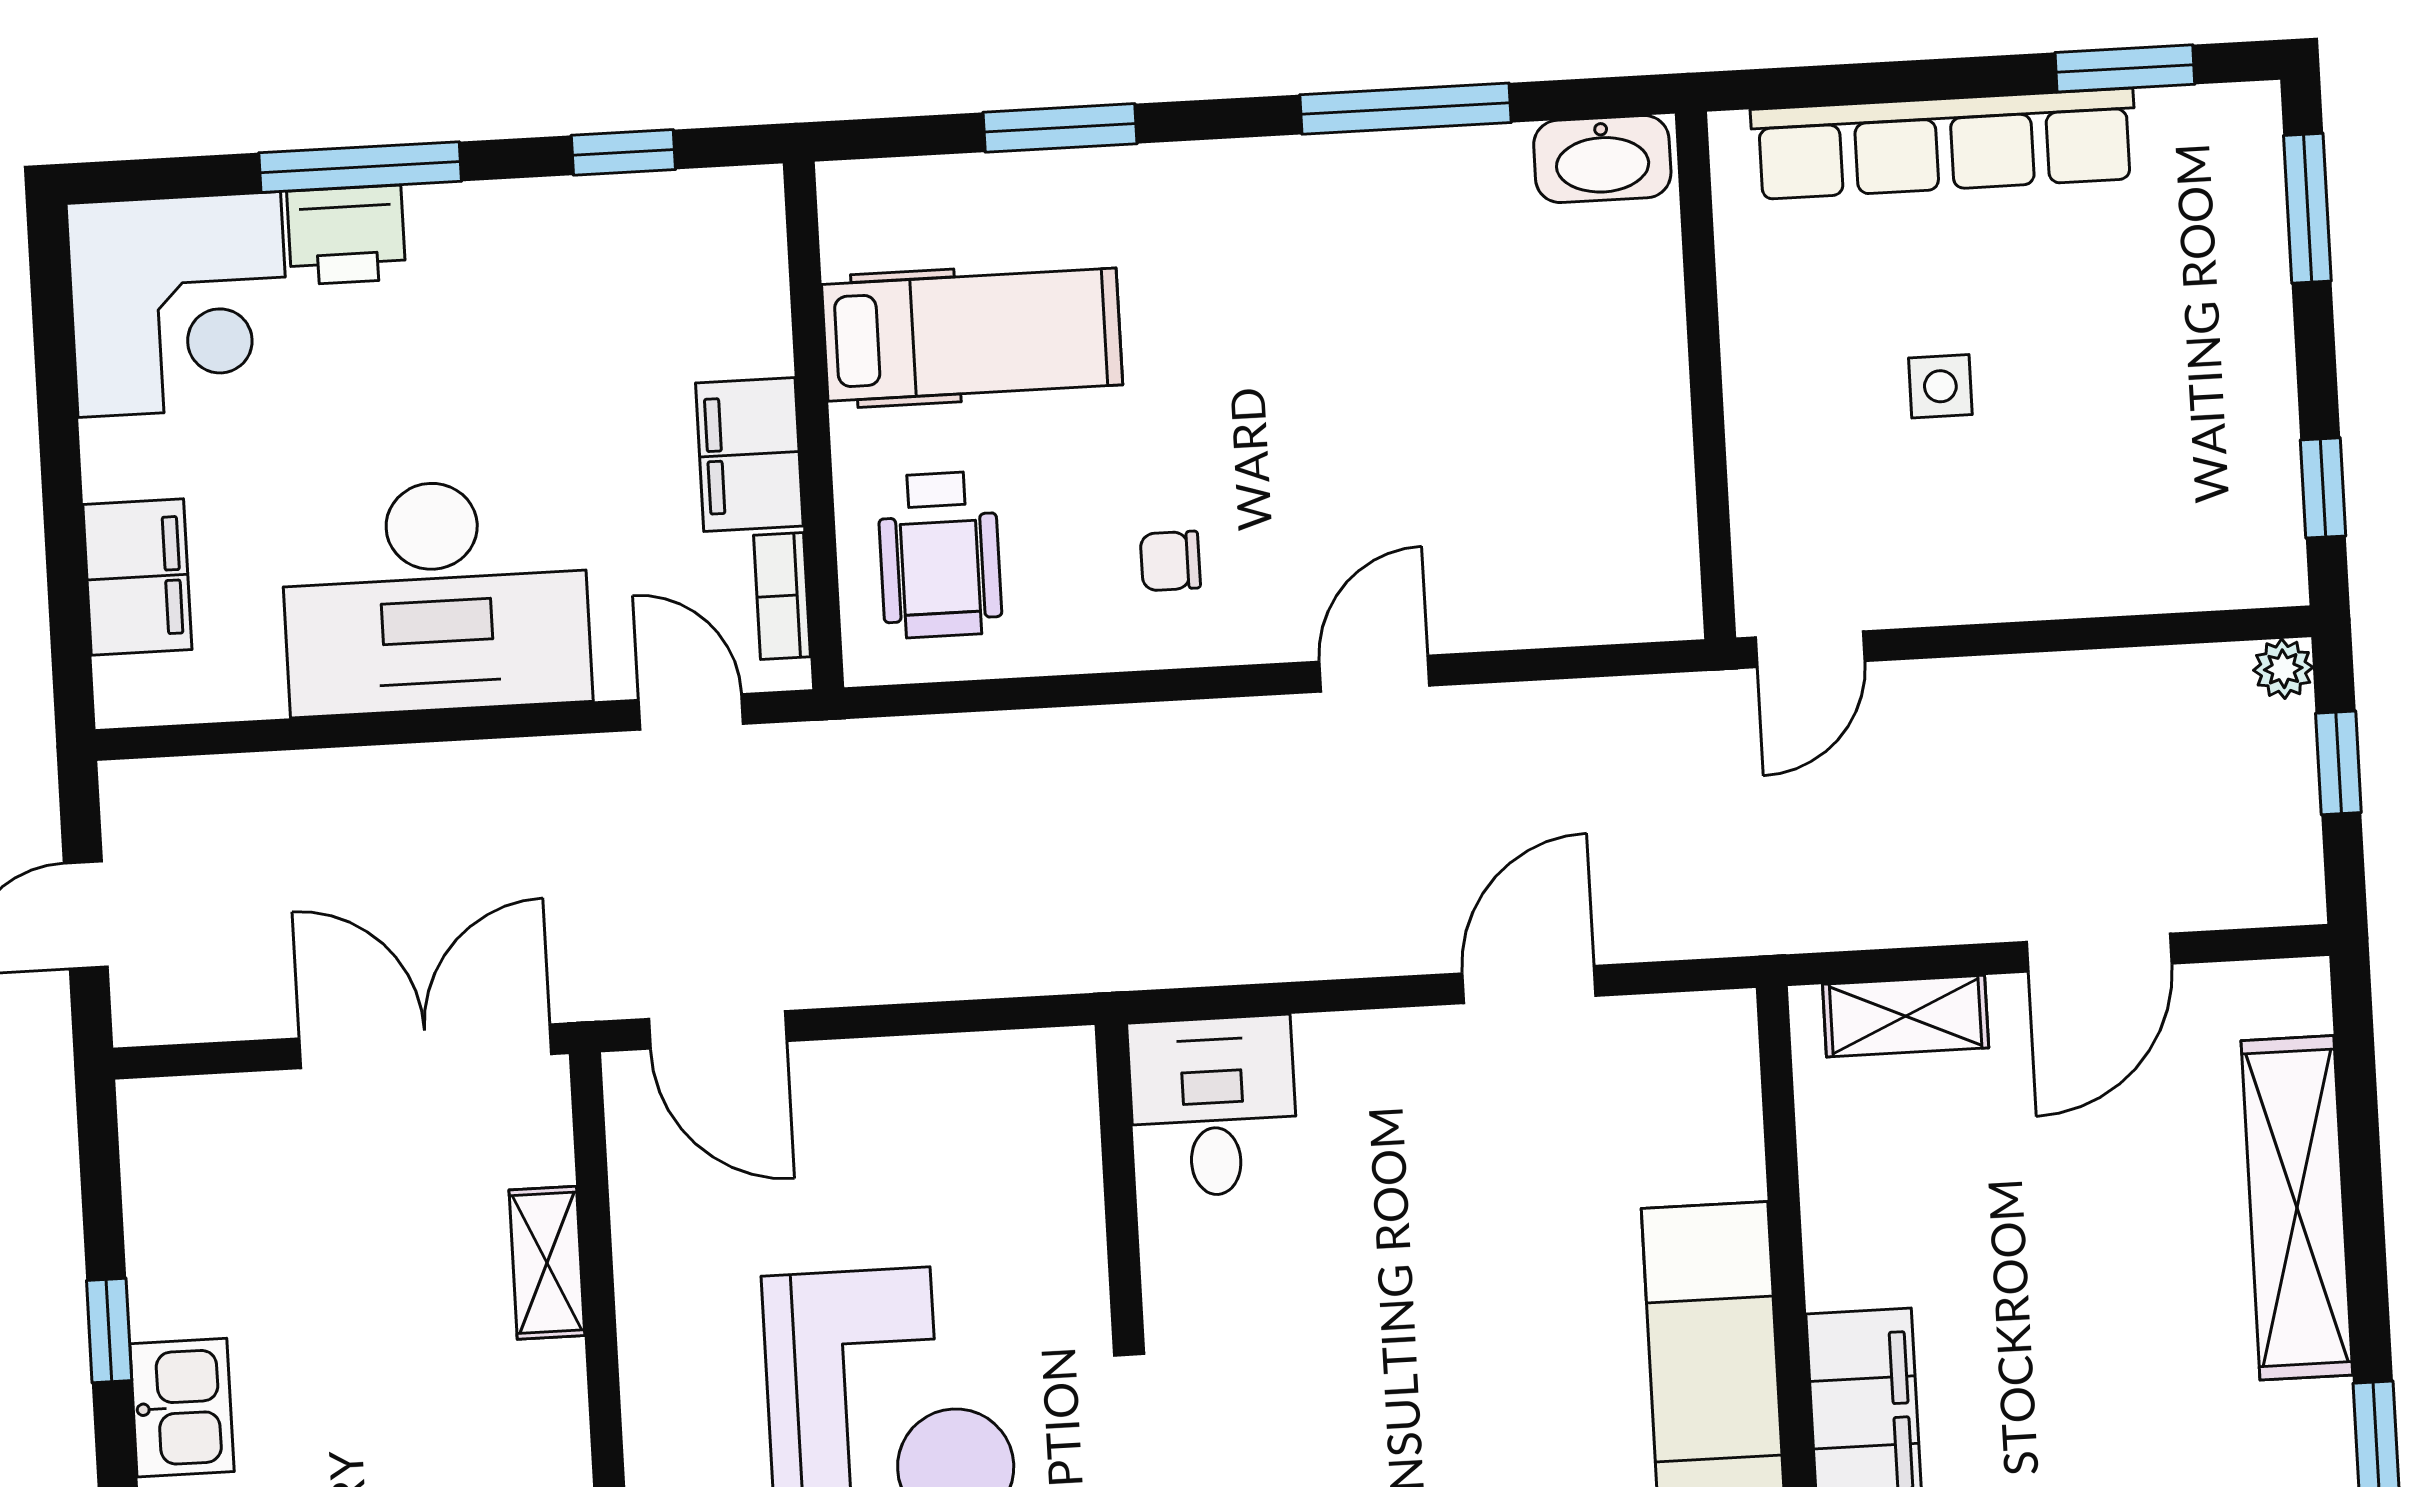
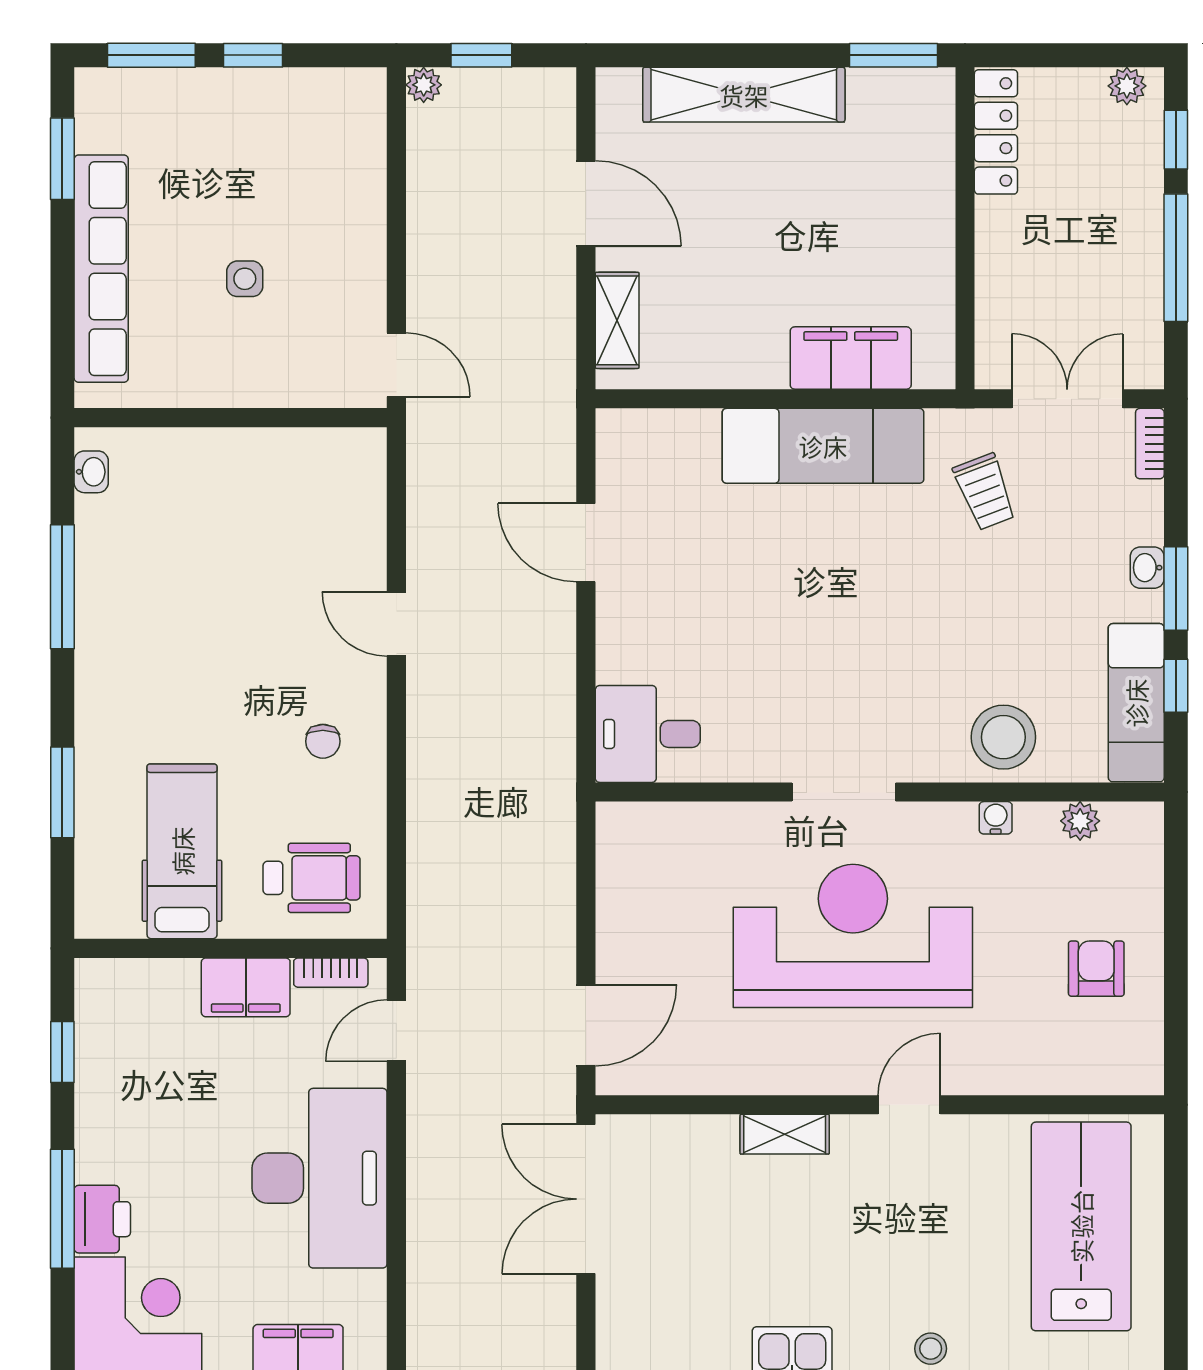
washbasin: (1602, 159) -> (91, 472), width x0.52, depth x0.69
window: (2323, 488) -> (253, 55), moved
shelving: (547, 1263) -> (785, 1134), moved

